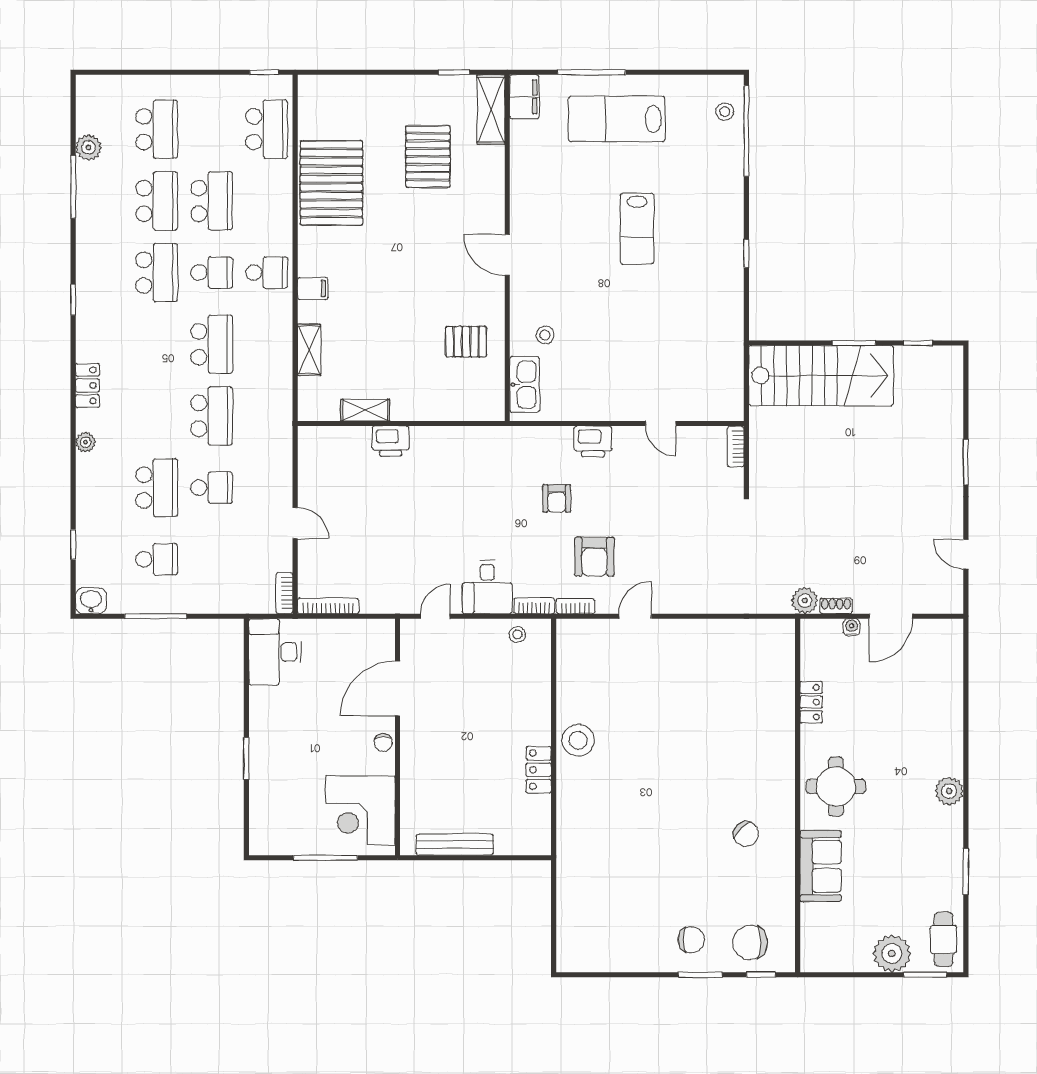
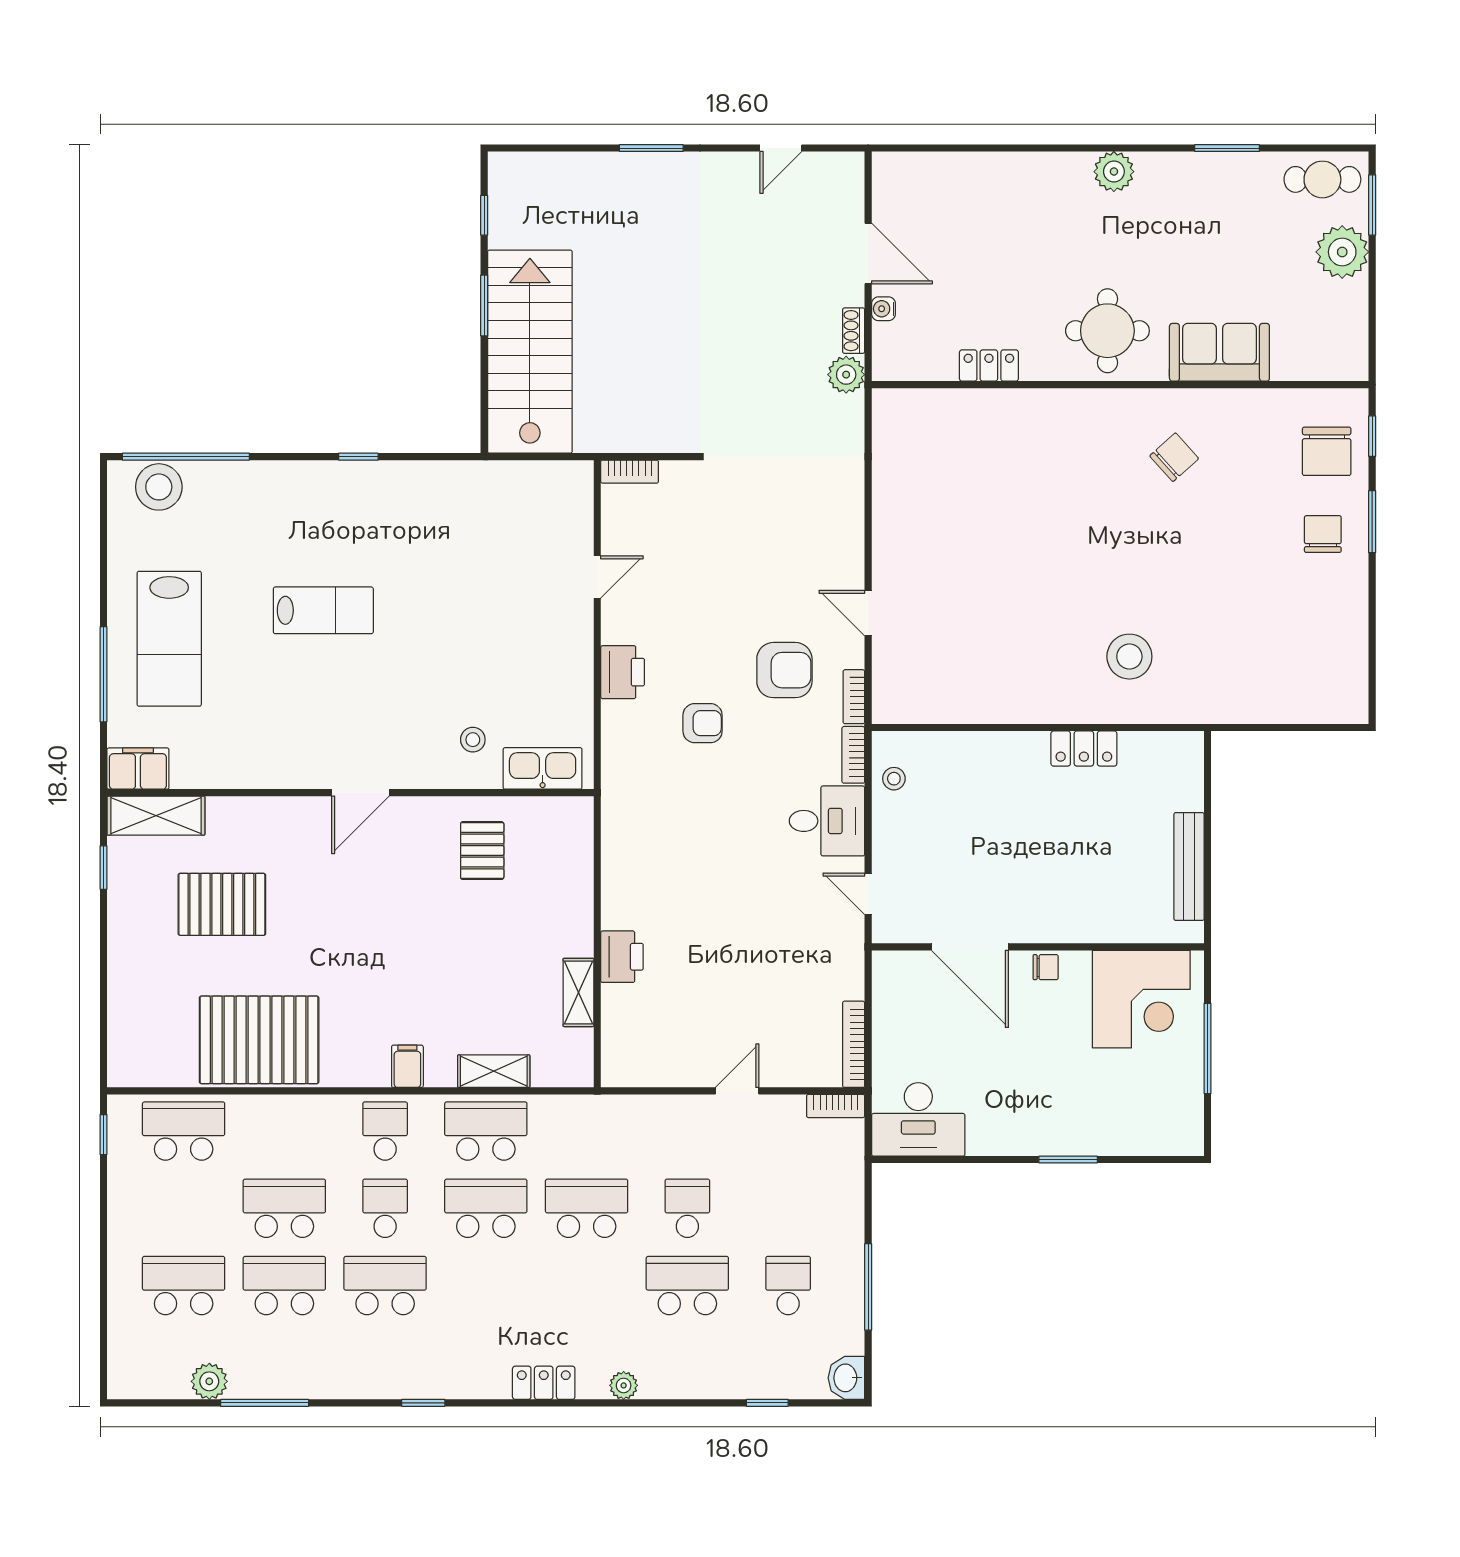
stool: (725, 112) -> (159, 487), width x1.89, depth x1.89
school desk: (267, 344) -> (486, 1131), added
stool: (578, 740) -> (1129, 657), moved

